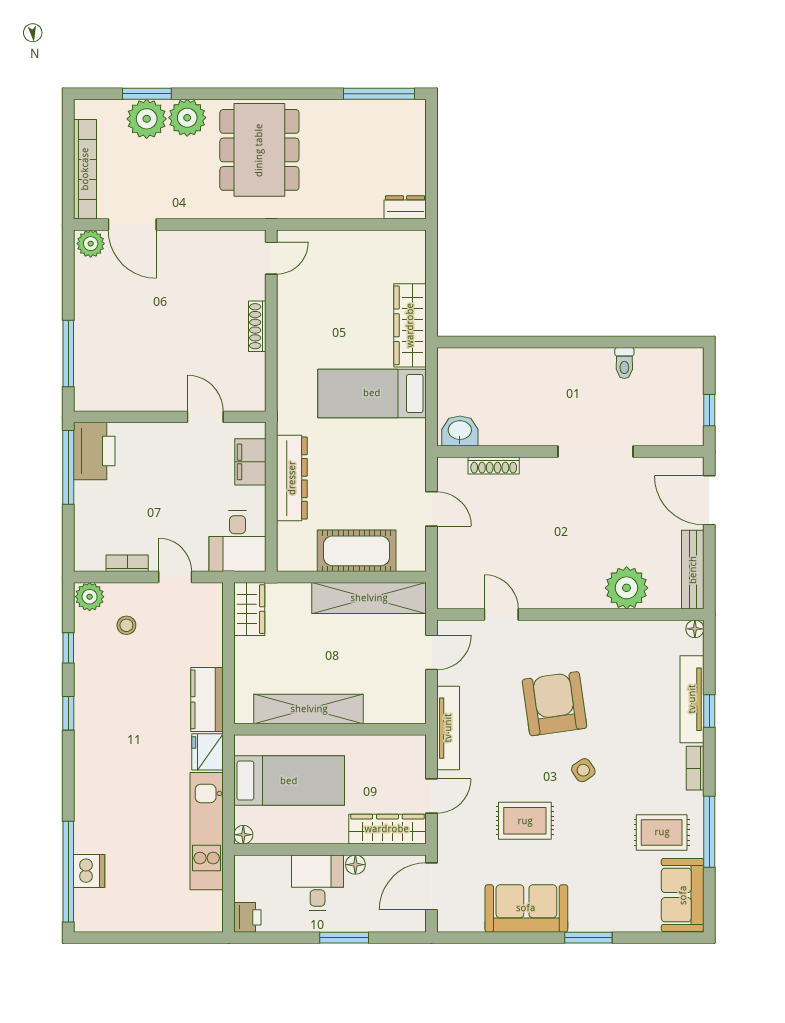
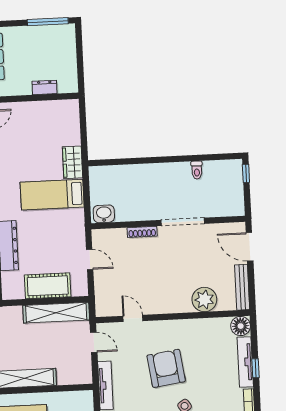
dresser: (405, 207) -> (45, 87), moved
wardrobe: (410, 325) -> (72, 162), width x0.67
window: (709, 410) -> (246, 173), moved
shoe rack: (494, 466) -> (142, 232), moved
floor lamp: (695, 629) -> (241, 326), width x1.89, depth x1.89
door: (431, 652) -> (94, 342), hinge flipped

